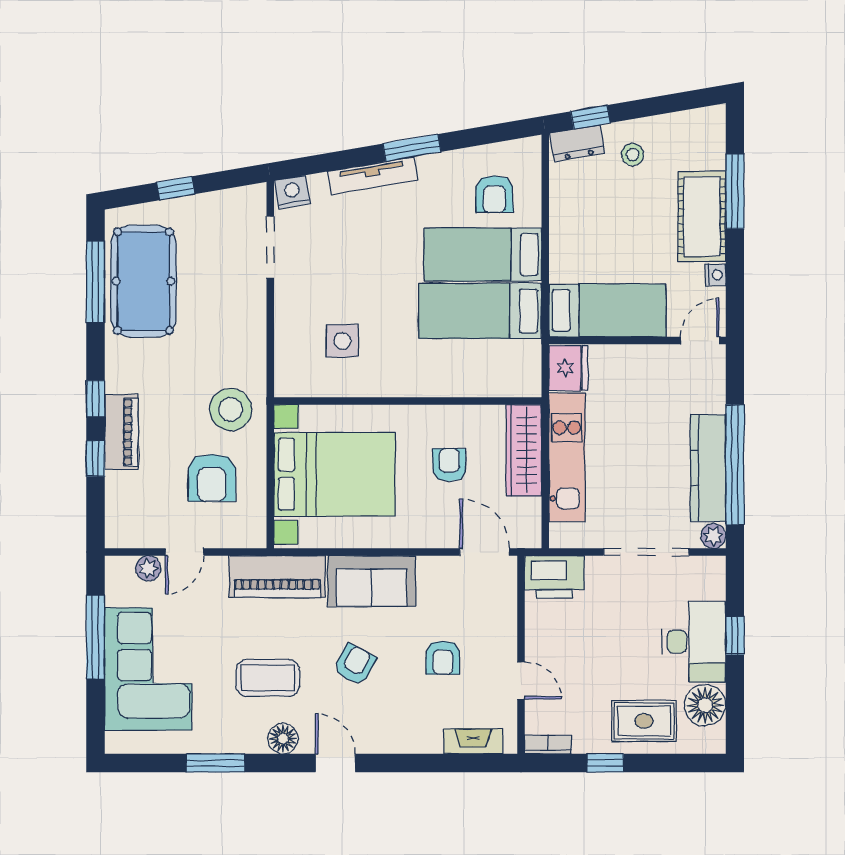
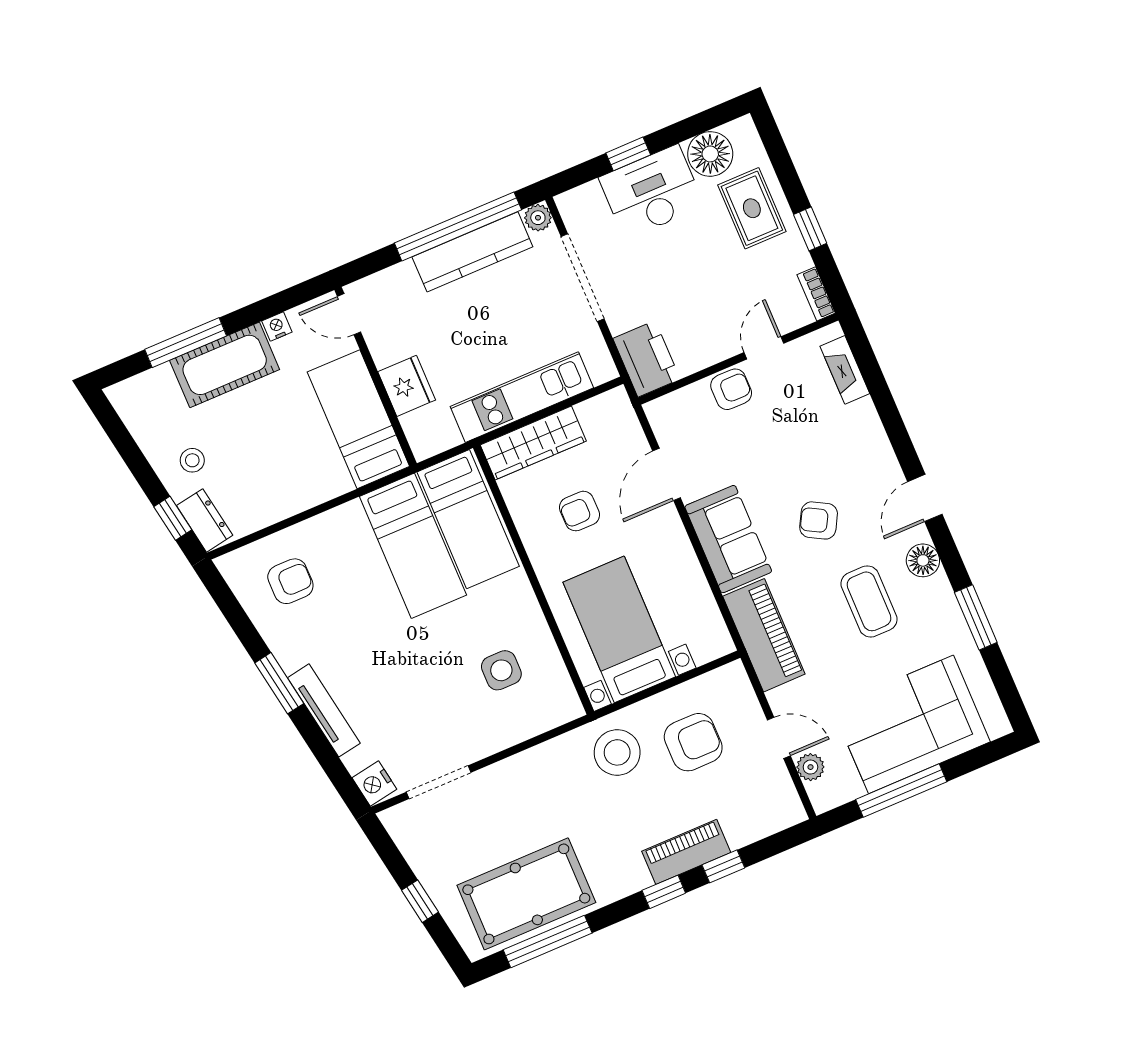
bed: (483, 254) -> (468, 519), moved
fridge: (568, 368) -> (407, 386), moved, turned 90
bed with nightstands: (334, 474) -> (619, 629), width x0.73
door: (484, 552) -> (666, 474), moved
armchair: (443, 658) -> (731, 389), moved

